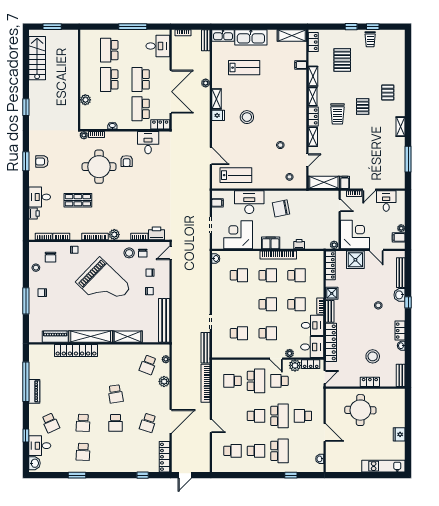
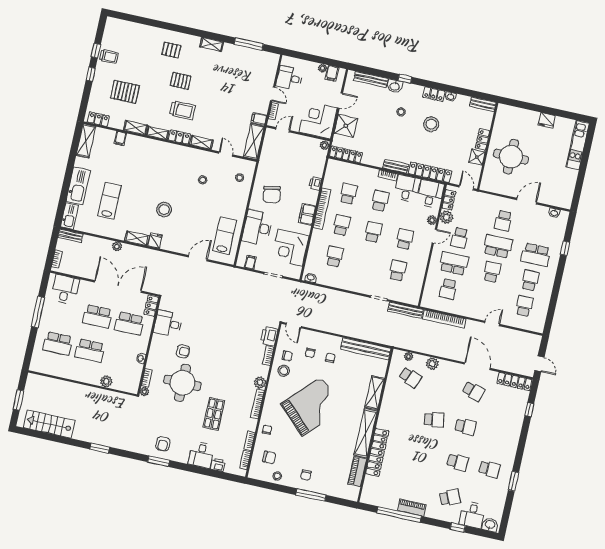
shower: (332, 293) -> (477, 157), moved
stool: (373, 356) -> (431, 124), moved
school desk: (279, 451) -> (536, 255), turned 180

